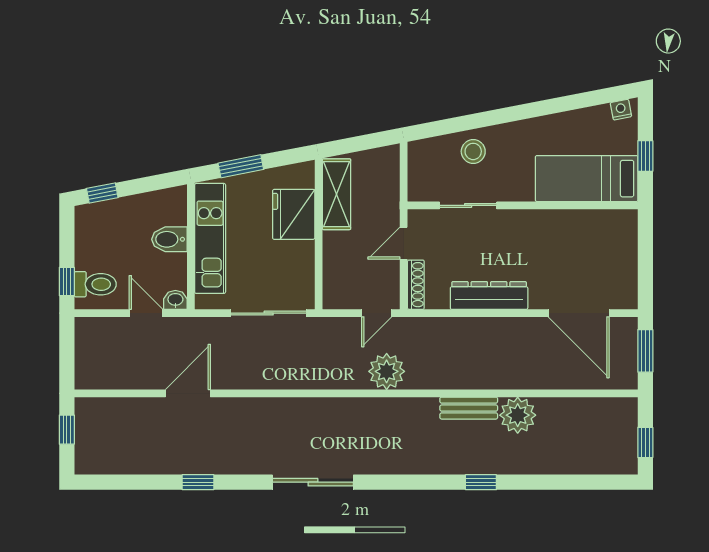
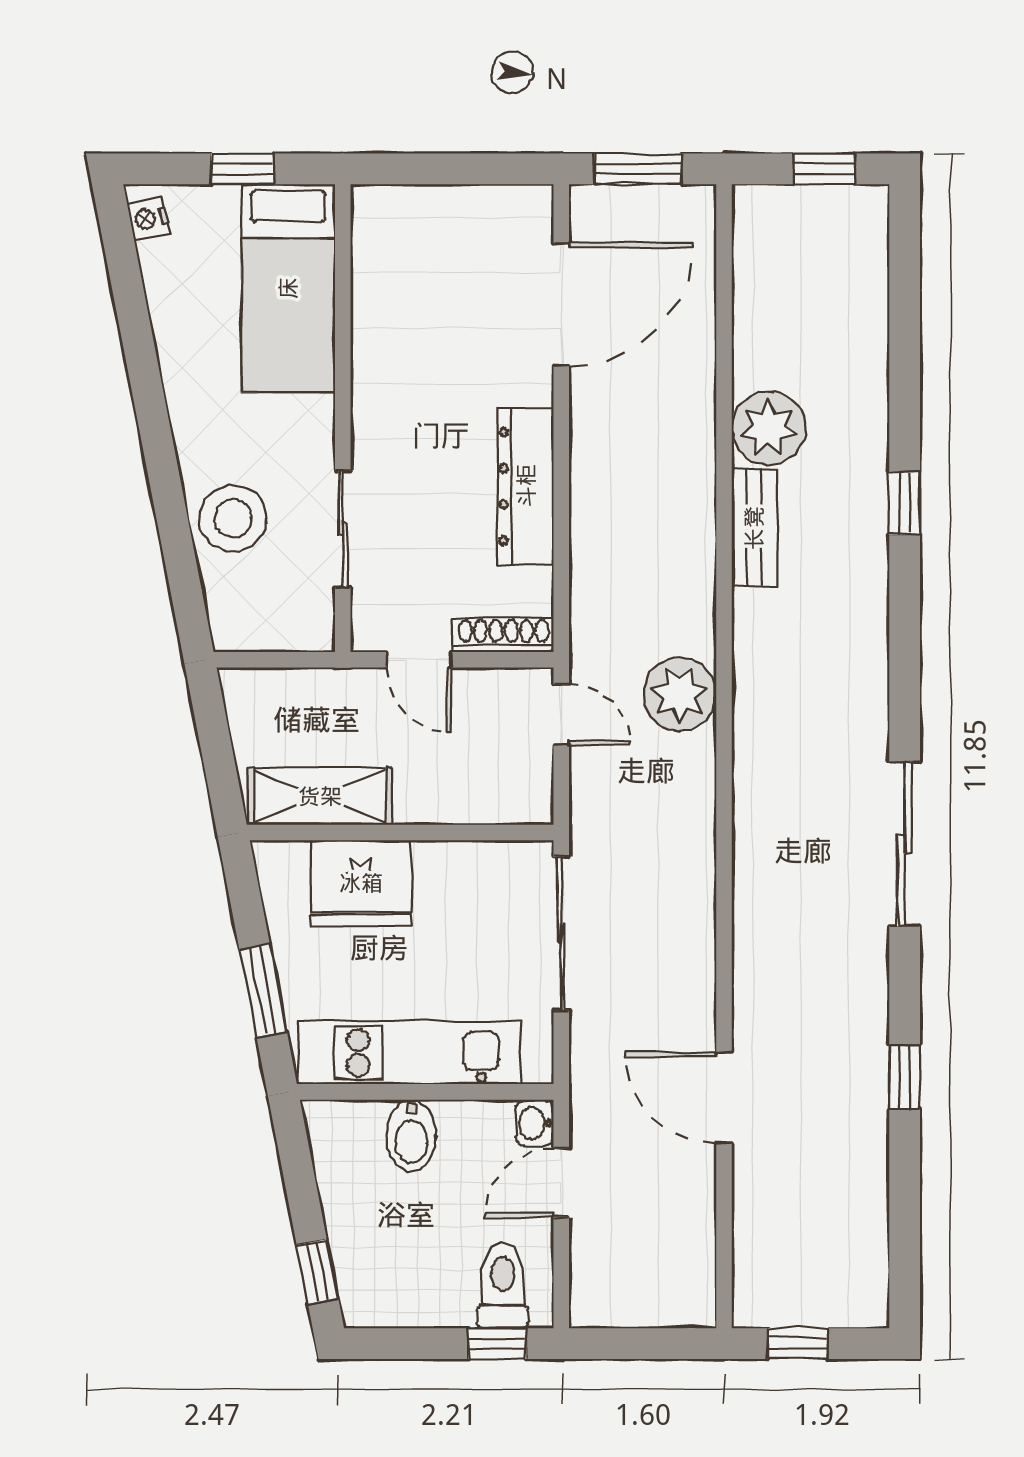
stool: (473, 151) -> (233, 518), width x1.38, depth x1.38

